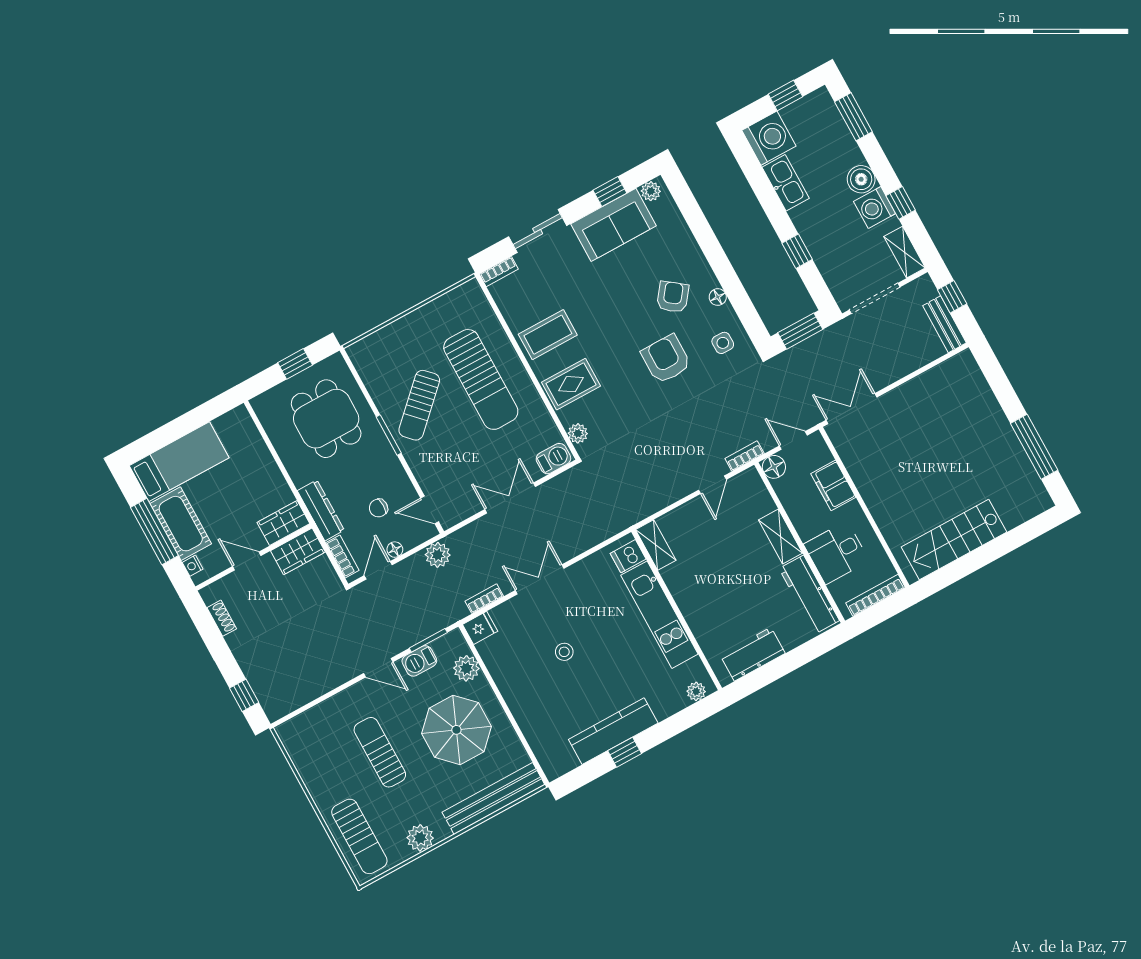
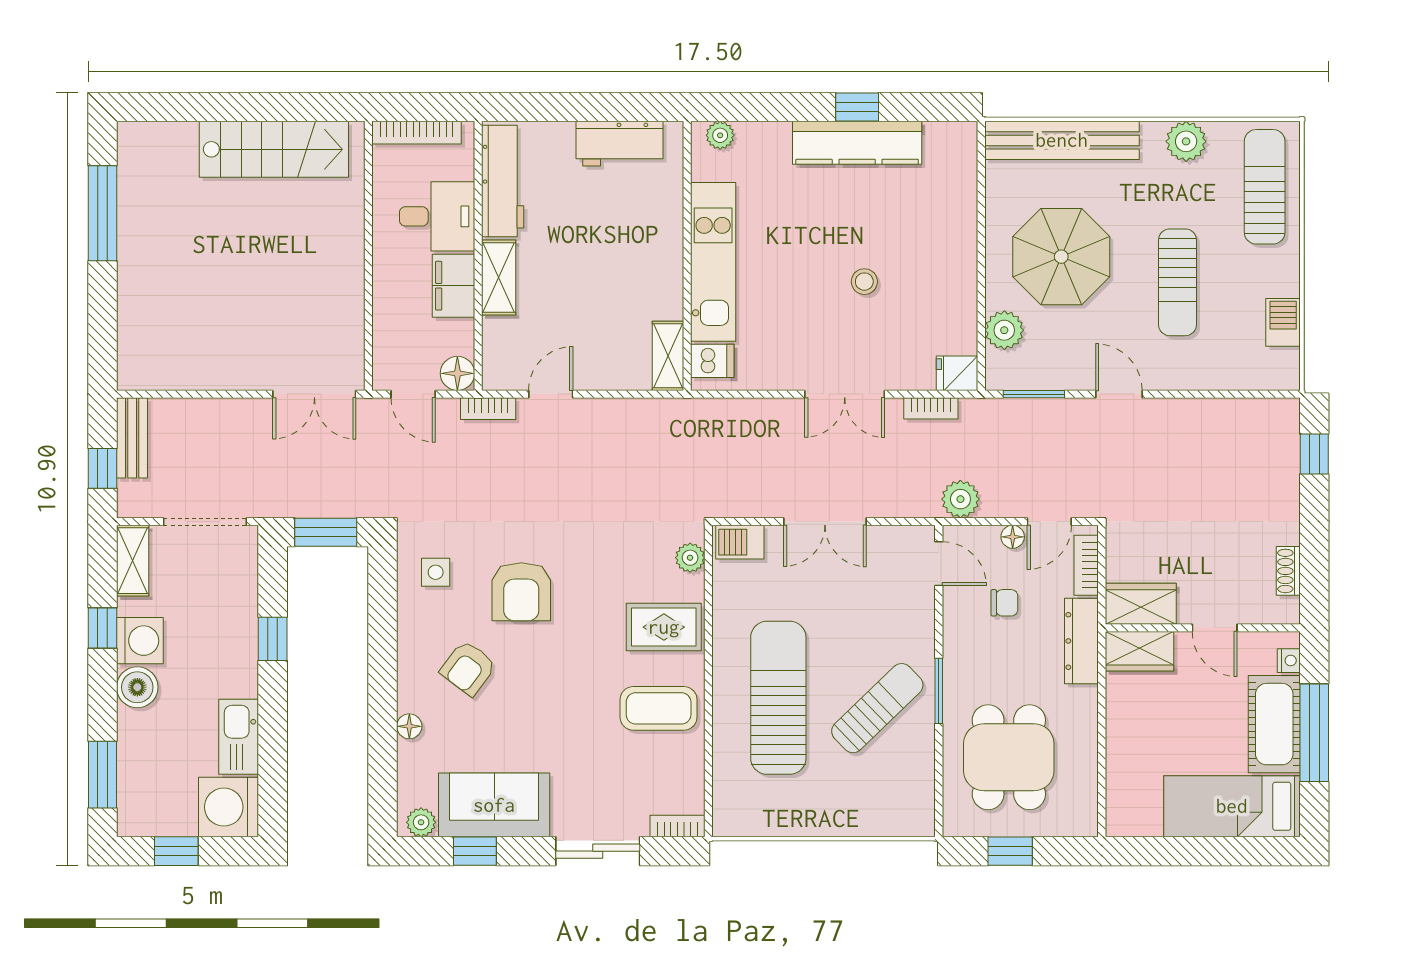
floor lamp: (718, 297) -> (409, 726), moved
filing cabinet: (833, 485) -> (453, 286), moved, turned 180
barbecue: (419, 661) -> (1283, 322), moved, turned -90

